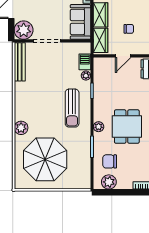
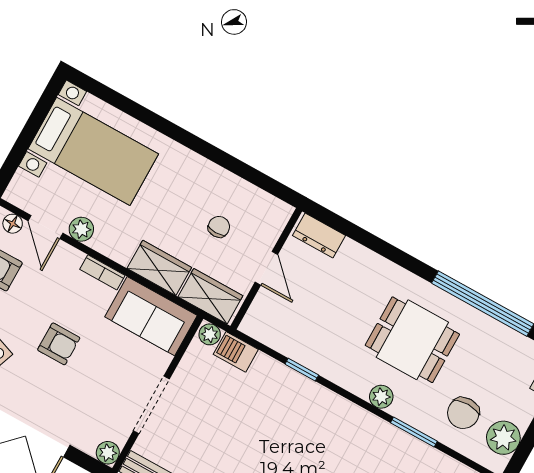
plant: (24, 30) -> (108, 453), width x0.53, depth x0.53
plant: (86, 76) -> (210, 334), moved
sun lounger: (72, 108) -> (314, 429), removed

